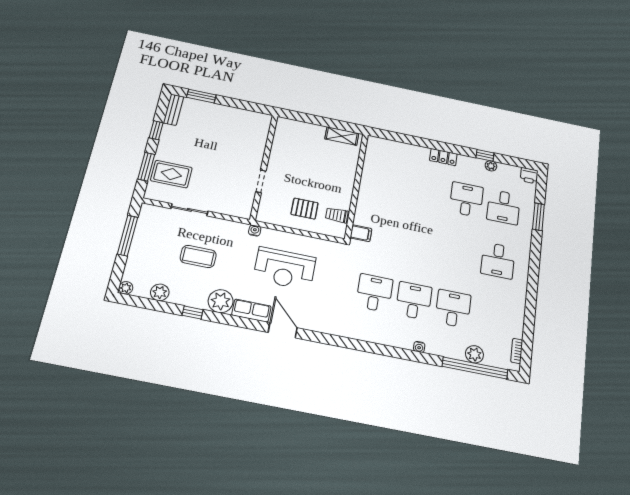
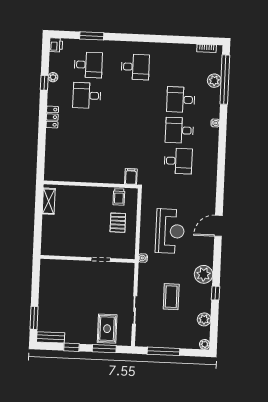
desk: (374, 293) -> (178, 161), turned 180
row of seats: (251, 311) -> (207, 251), removed

